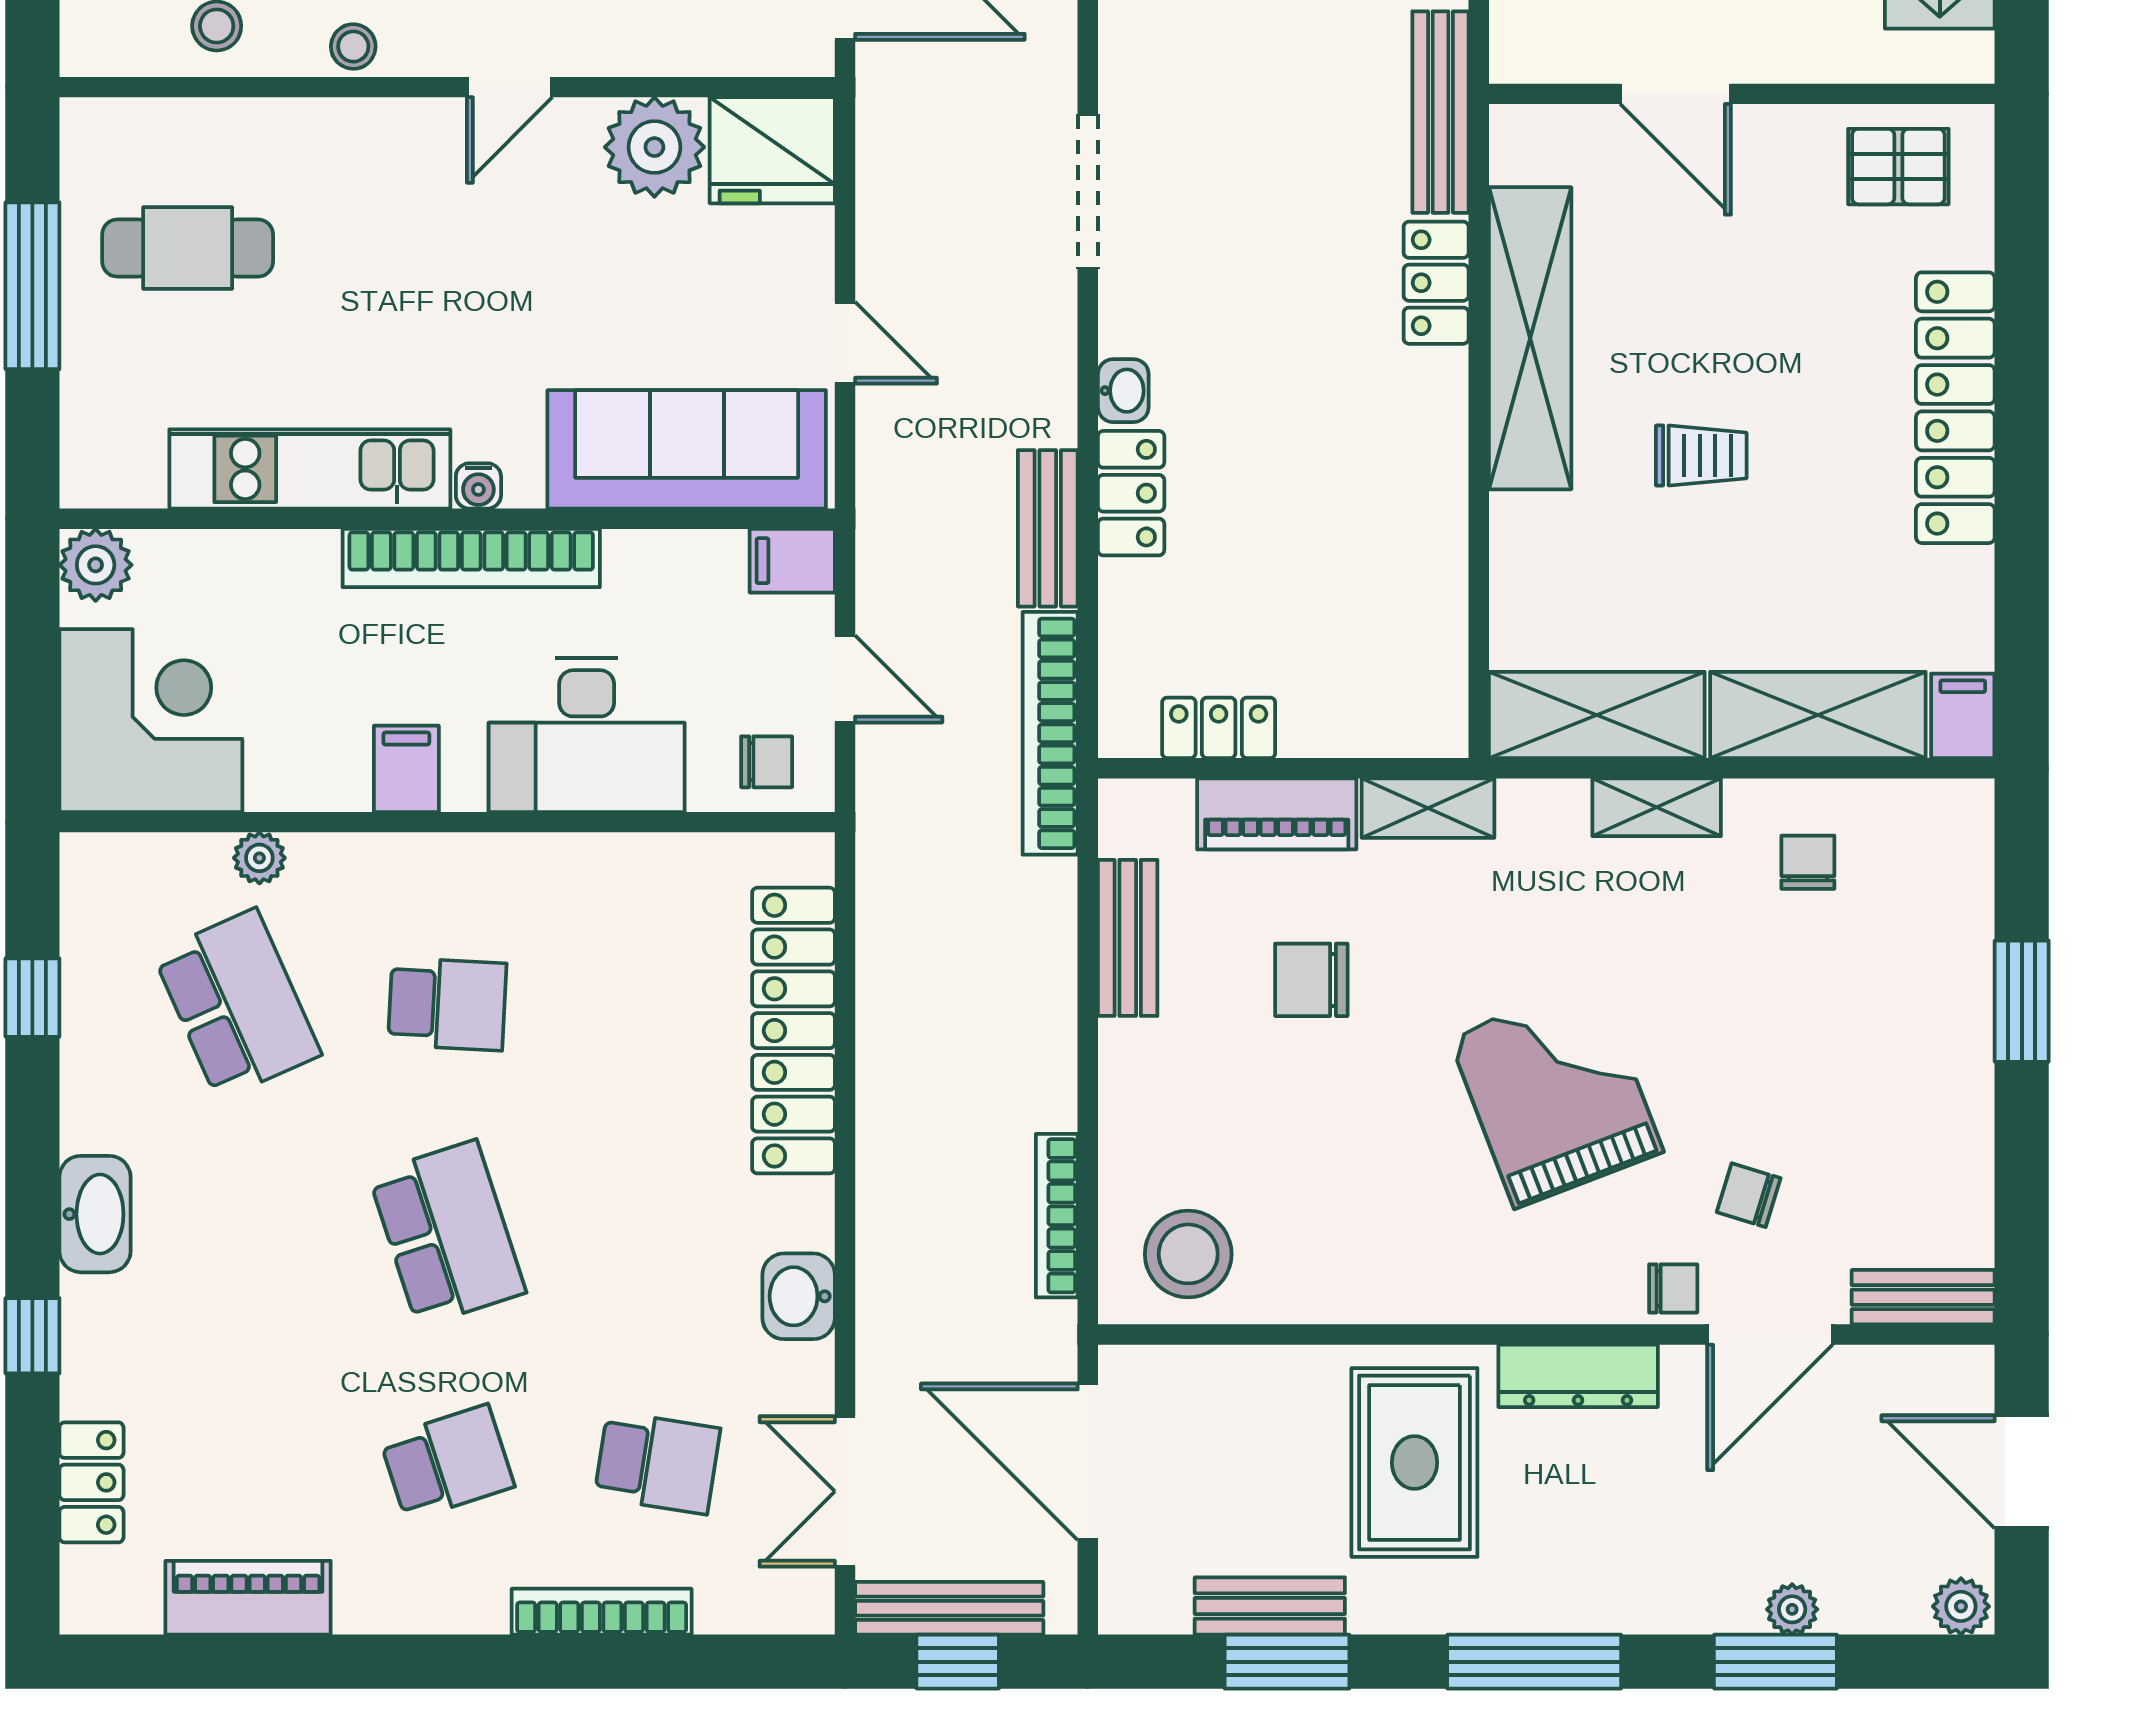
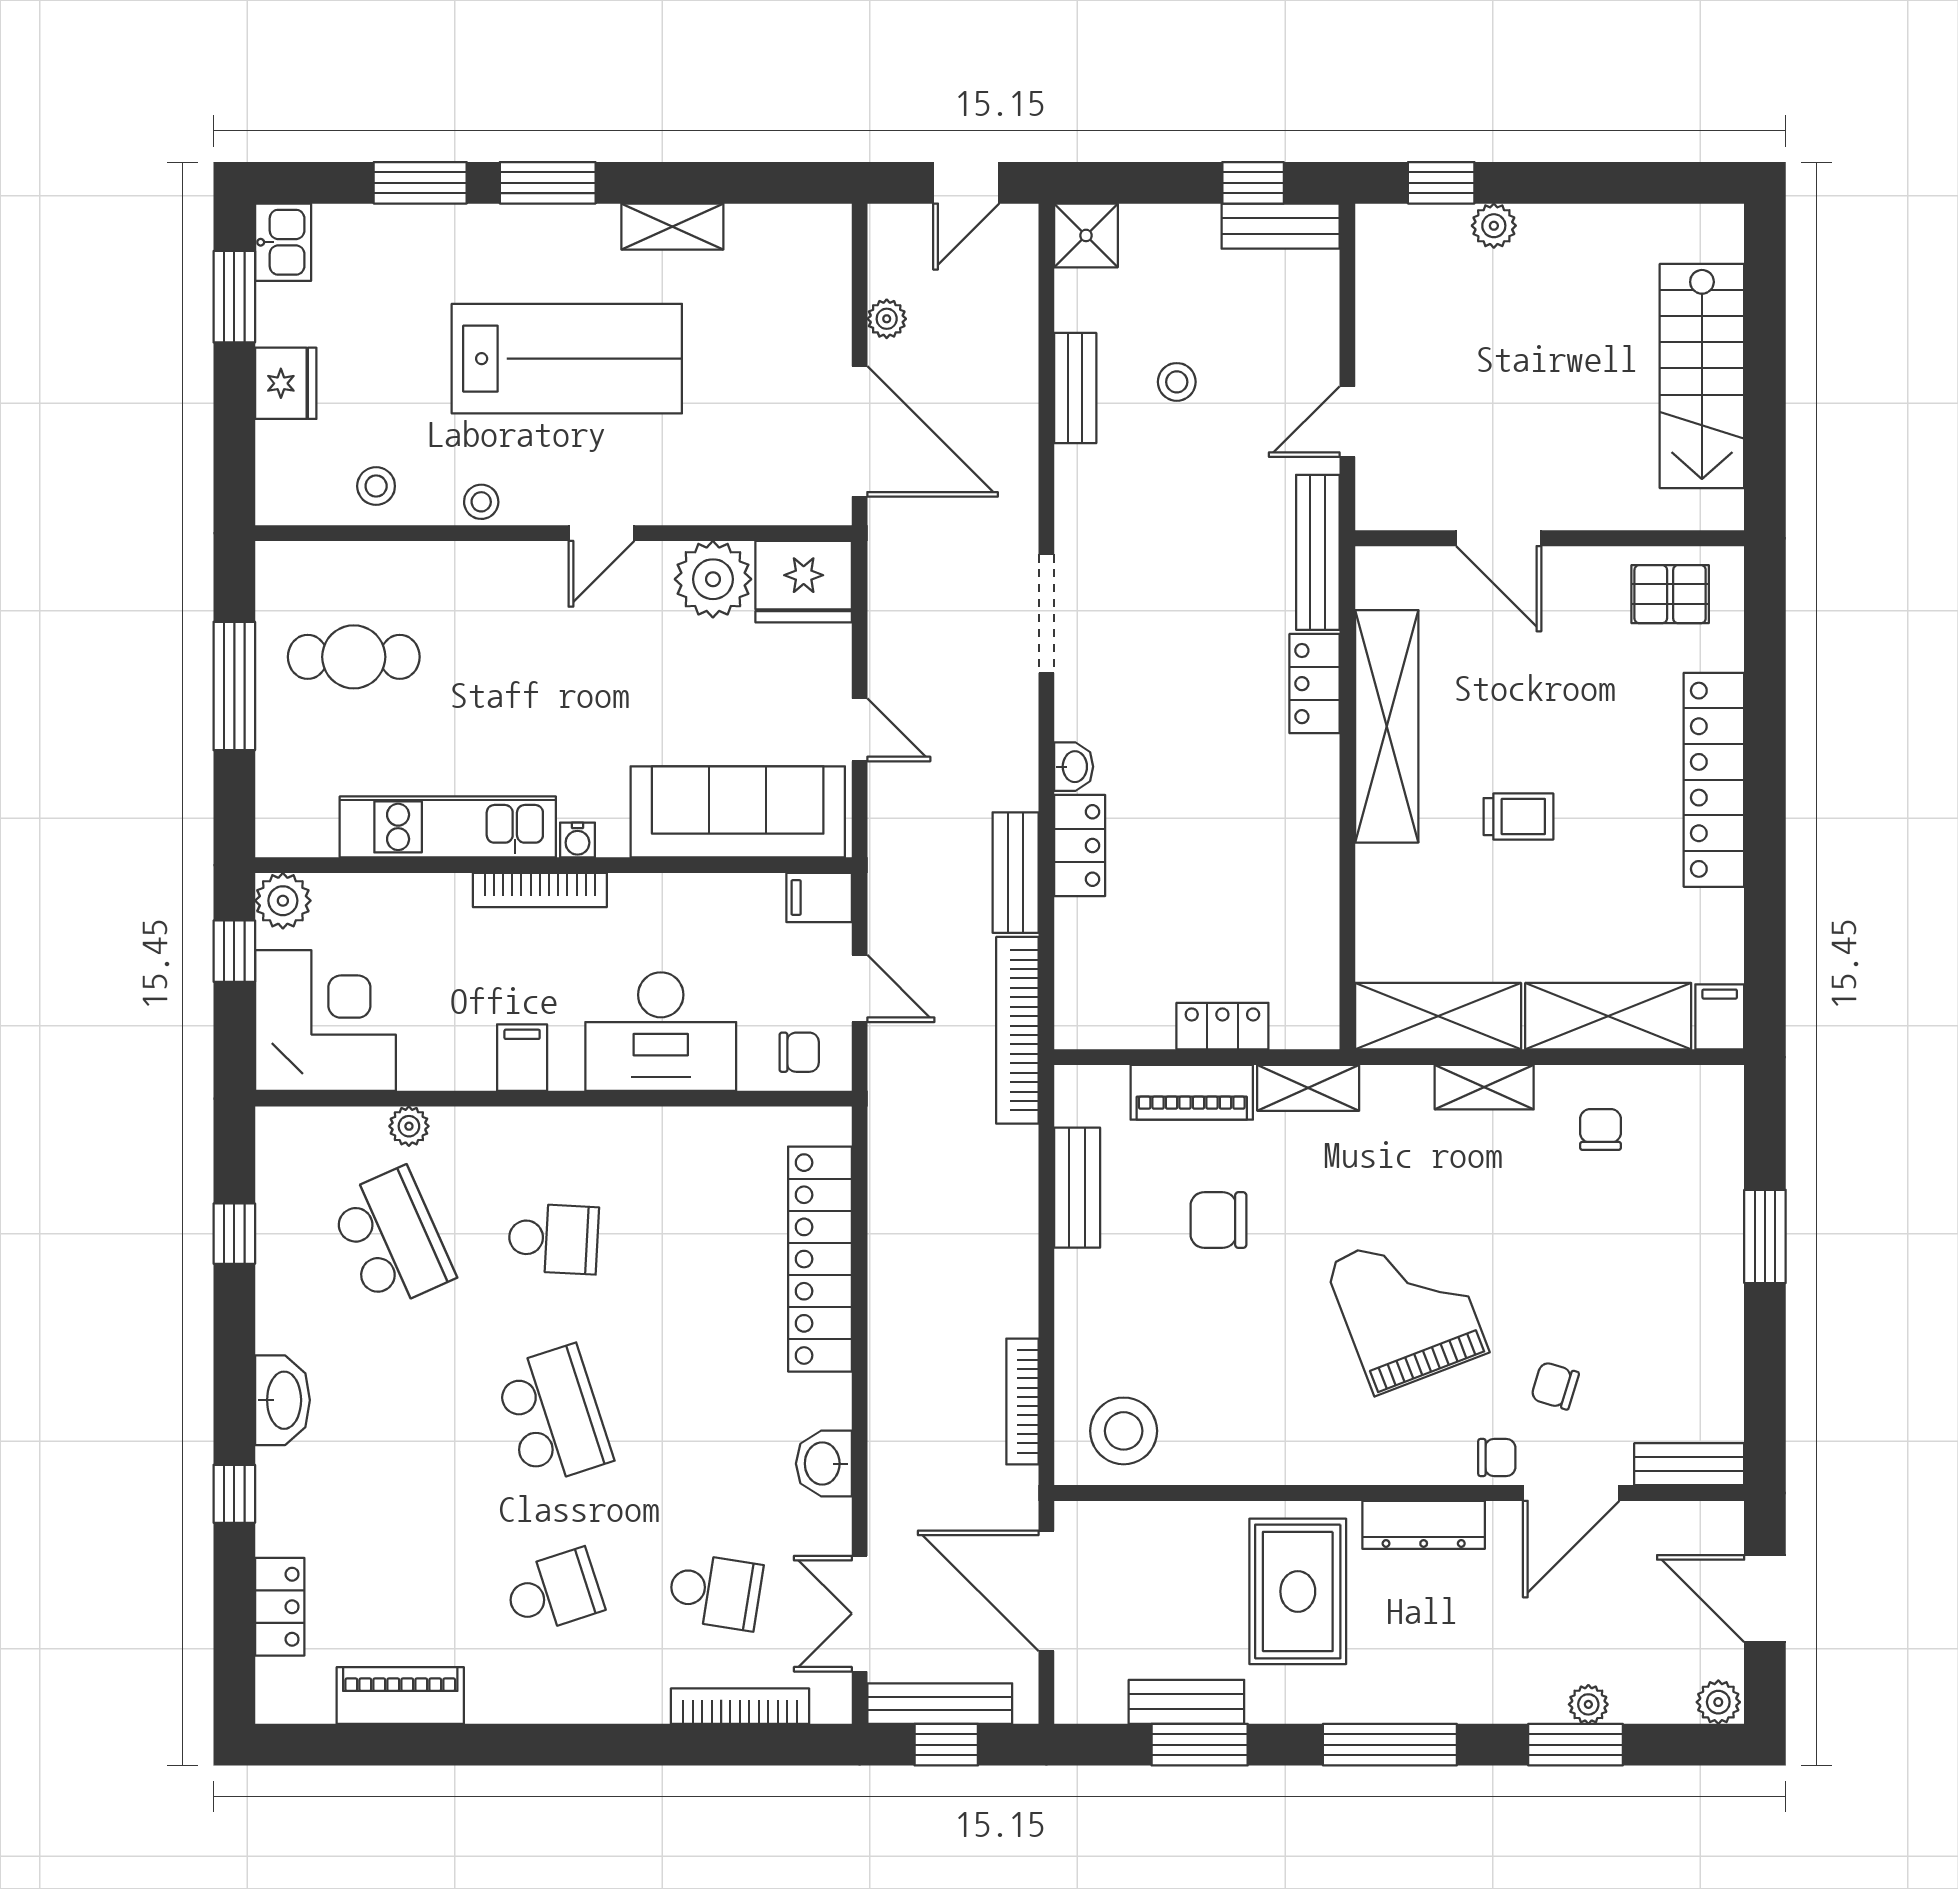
bookcase: (471, 558) -> (540, 890), width x0.68, depth x0.76
window: (32, 630) -> (234, 951), added
locker: (1219, 728) -> (1222, 1026), moved
bookcase: (602, 1612) -> (740, 1706), moved

